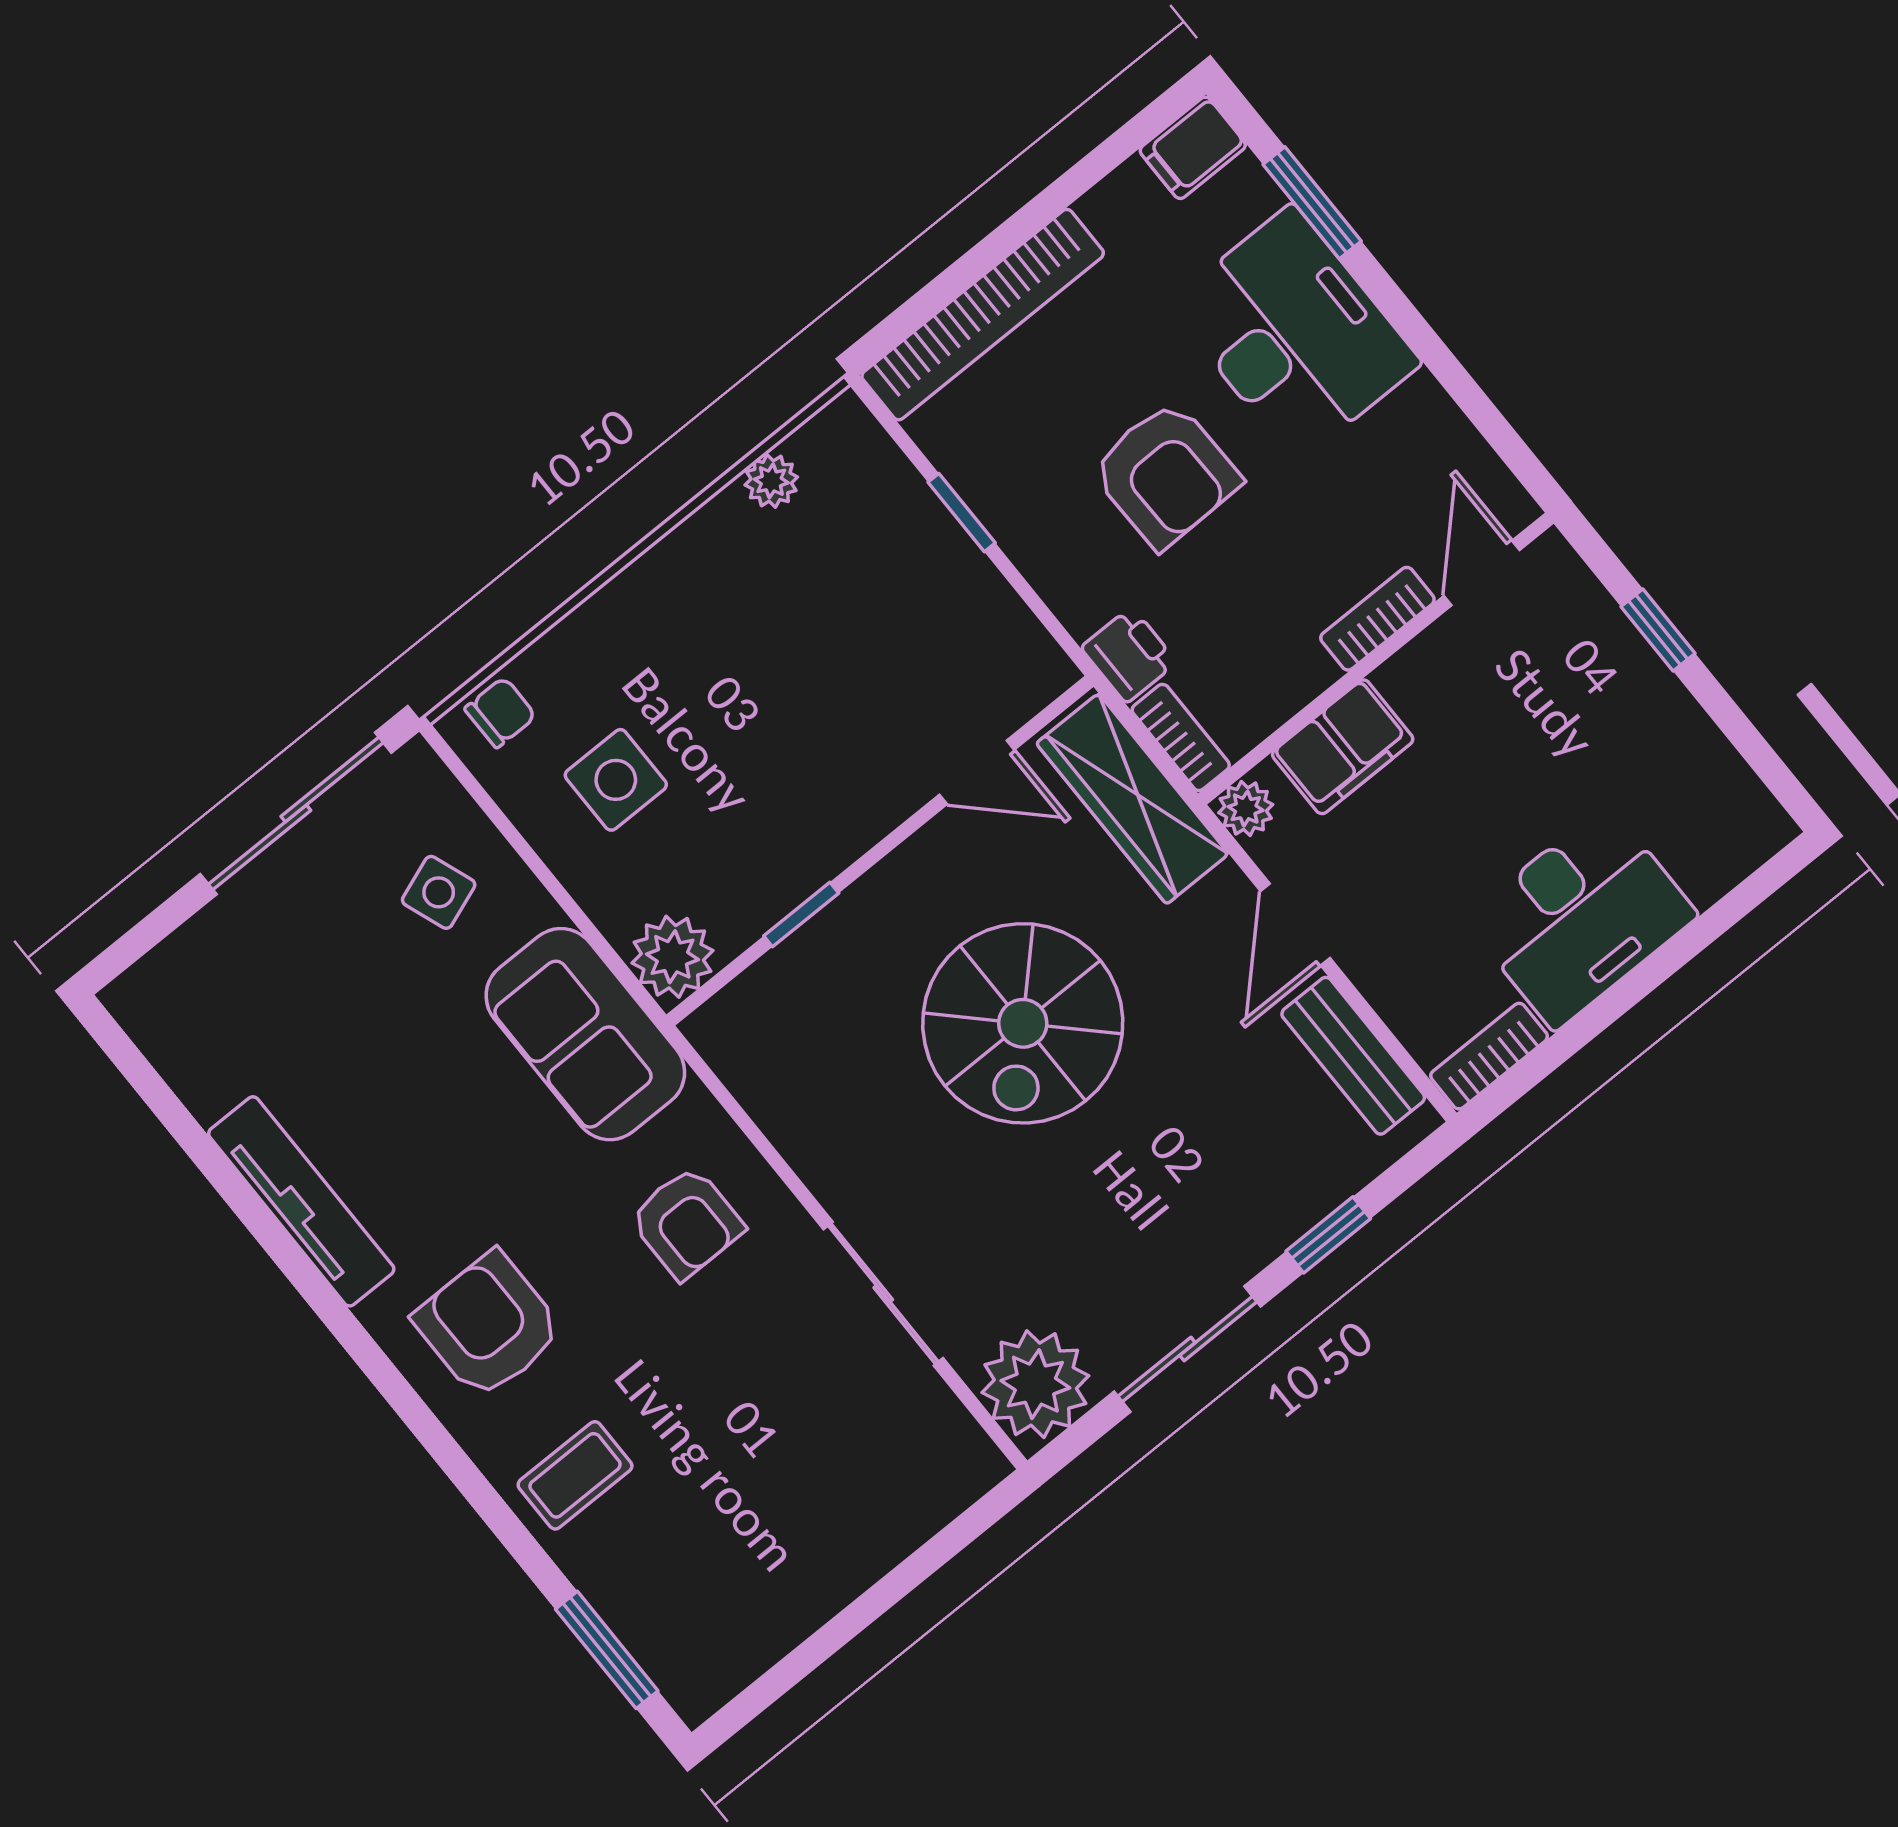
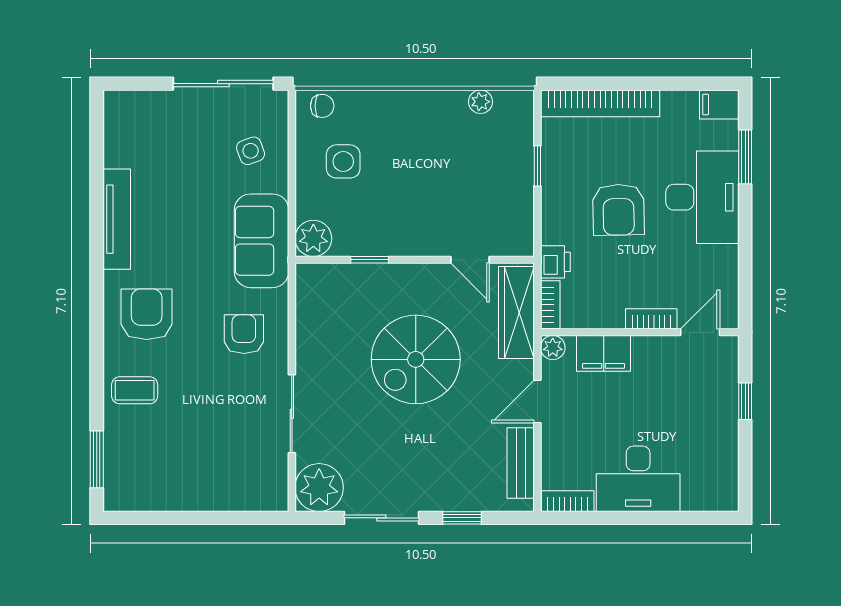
armchair: (687, 1223) -> (244, 334), turned 180

